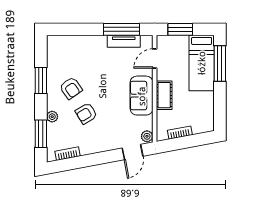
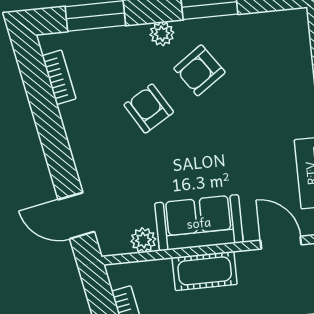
plant: (52, 117) -> (162, 34), moved
plant: (147, 136) -> (143, 240), moved

